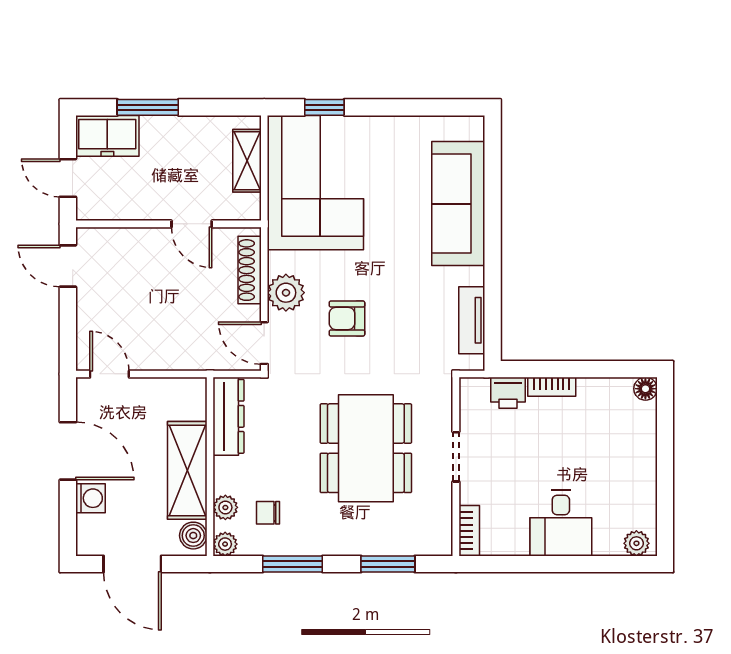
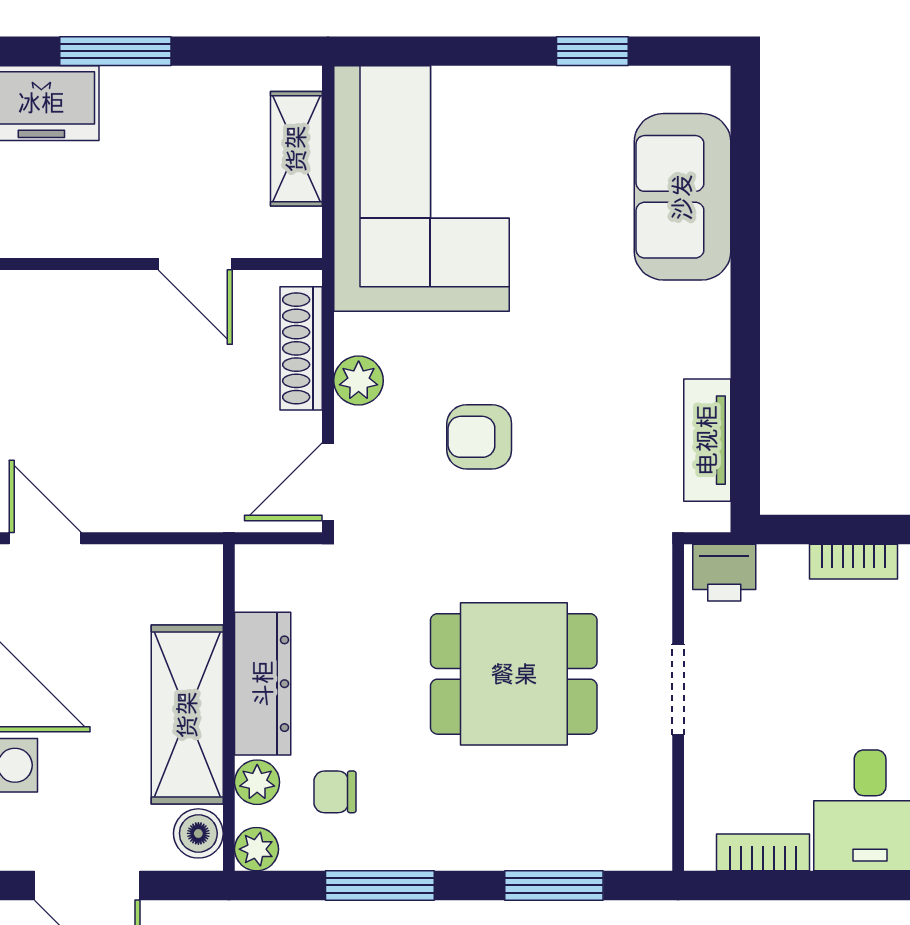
window: (324, 107) -> (592, 51), moved
sofa: (458, 204) -> (682, 197), width x0.73
plant: (286, 293) -> (359, 381), width x0.73, depth x0.73
door: (264, 343) -> (328, 482), hinge flipped
printer: (508, 393) -> (724, 573), moved
dresser: (228, 416) -> (263, 684), moved
dining table: (366, 448) -> (514, 674), width x0.73
bookcase: (469, 531) -> (763, 852), moved, turned -90

